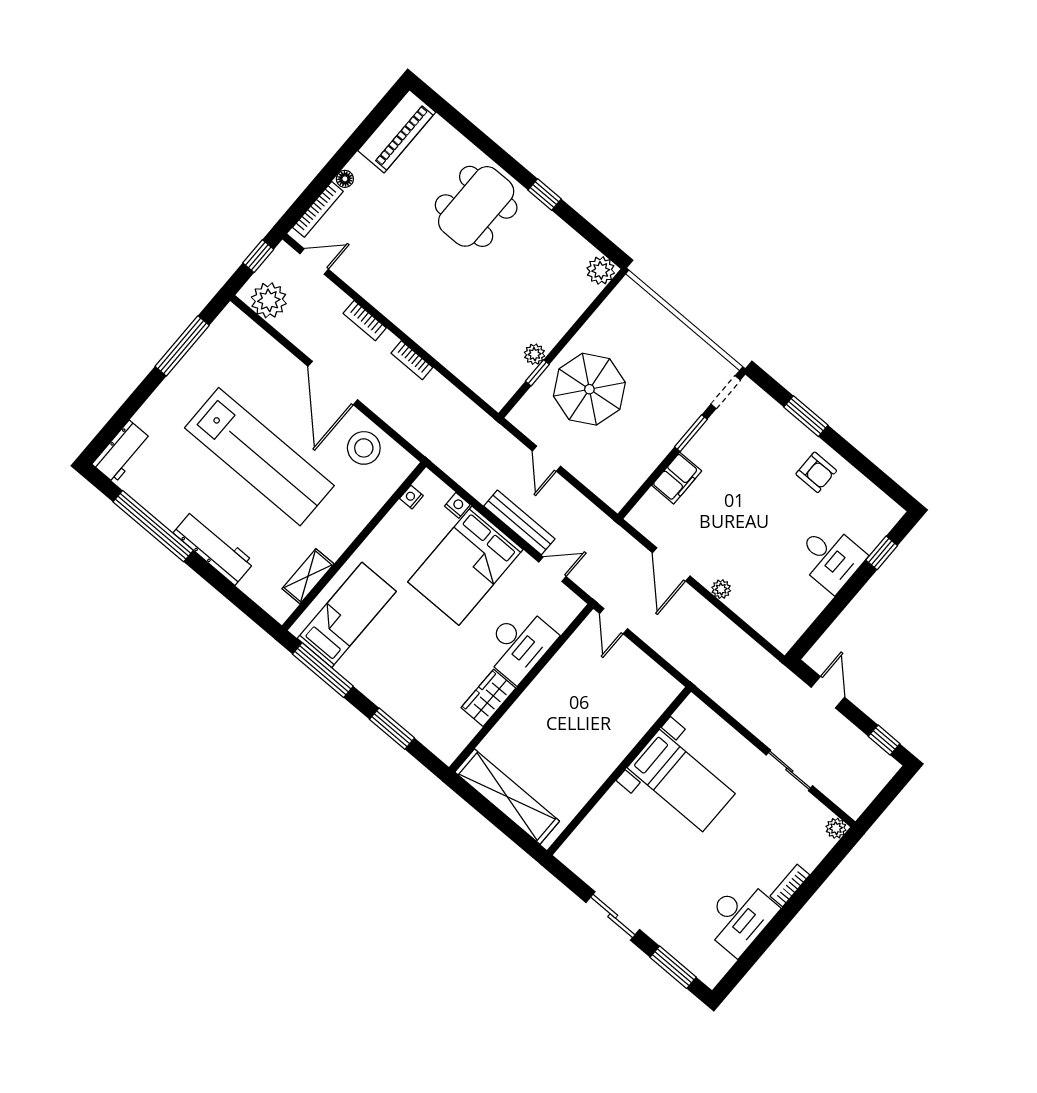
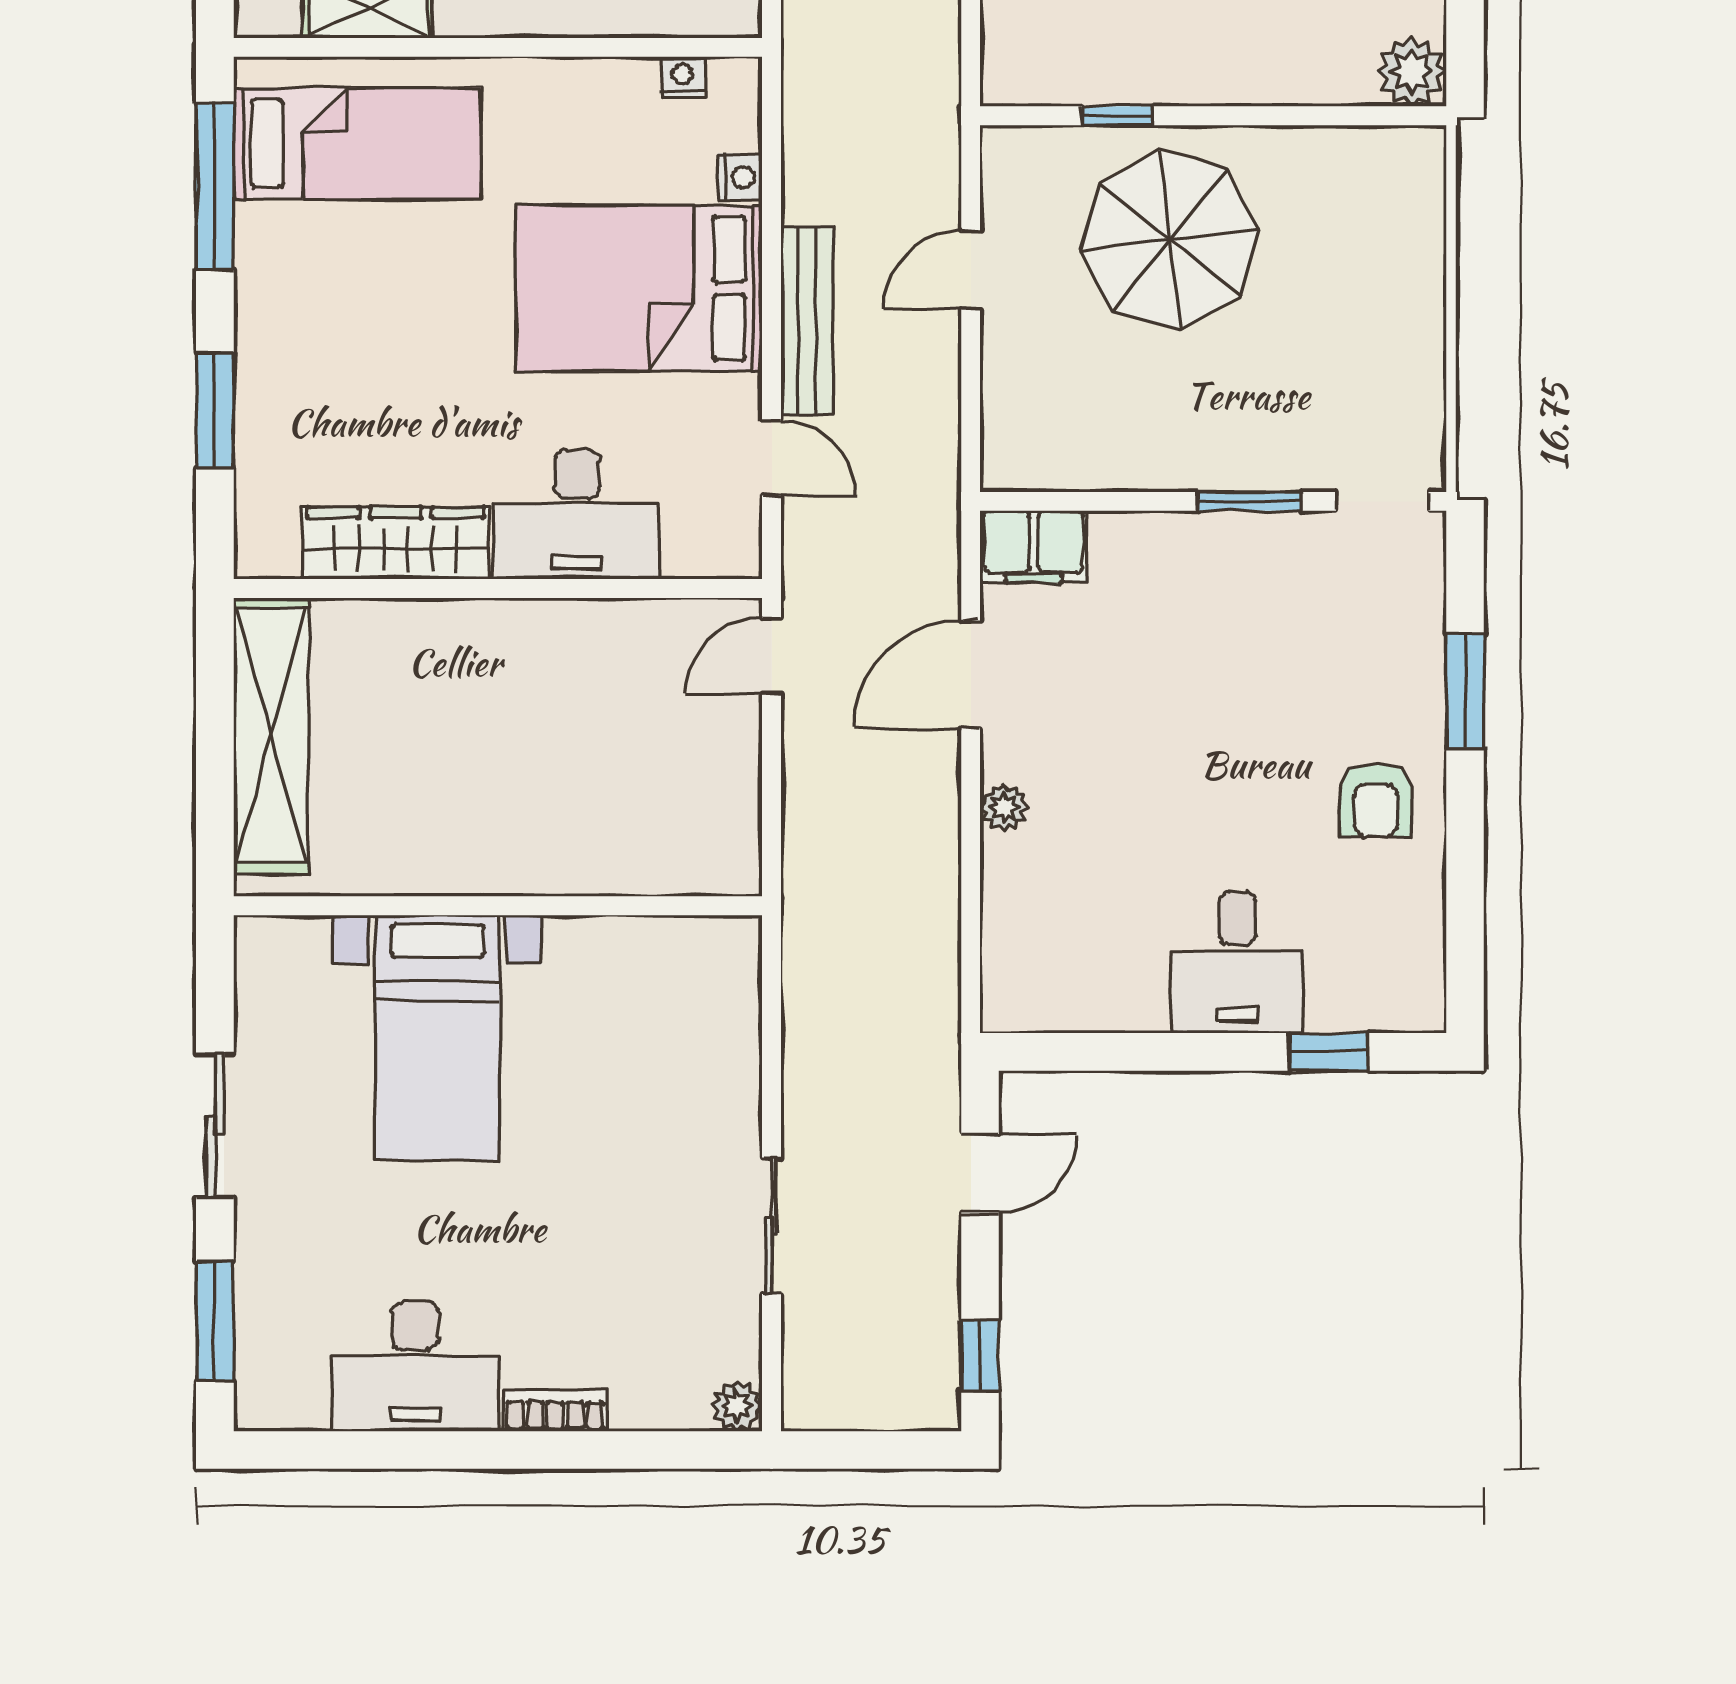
plant: (534, 354) -> (1148, 81), removed
filing cabinet: (677, 478) -> (1034, 547), moved
wardrobe: (488, 698) -> (396, 543), width x1.50
bed with nightstands: (681, 781) -> (438, 1038), moved

